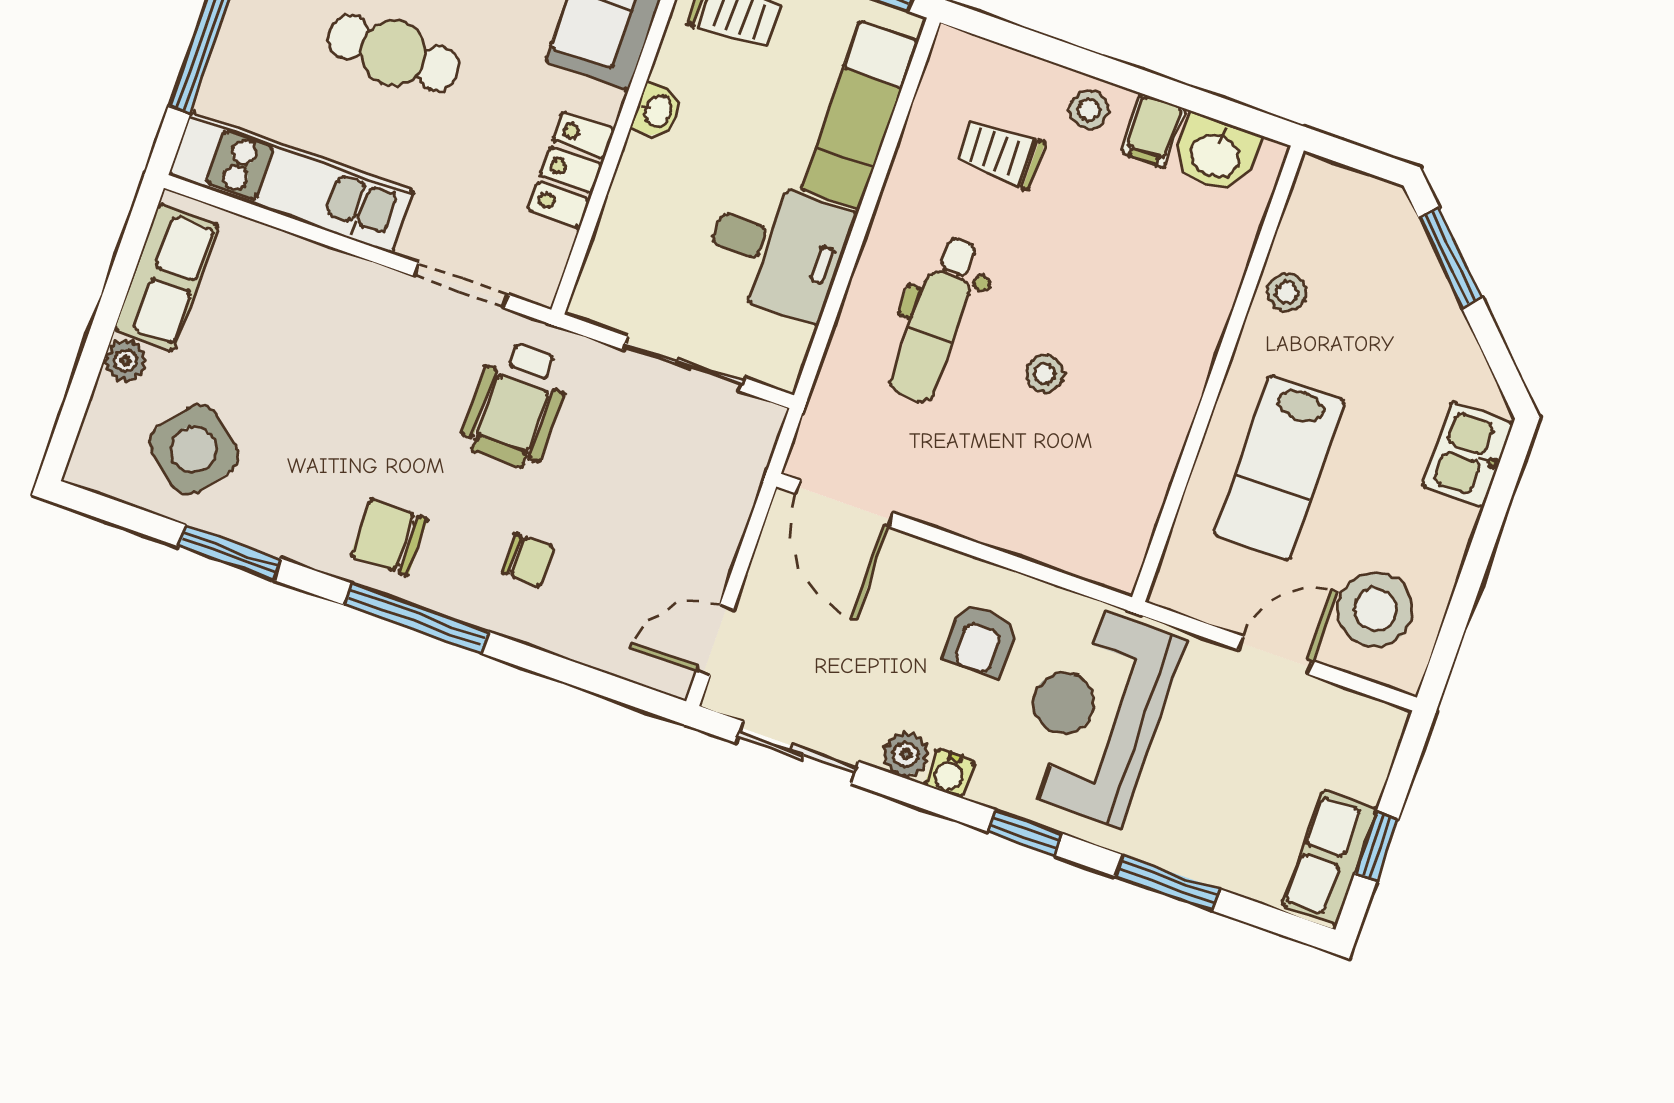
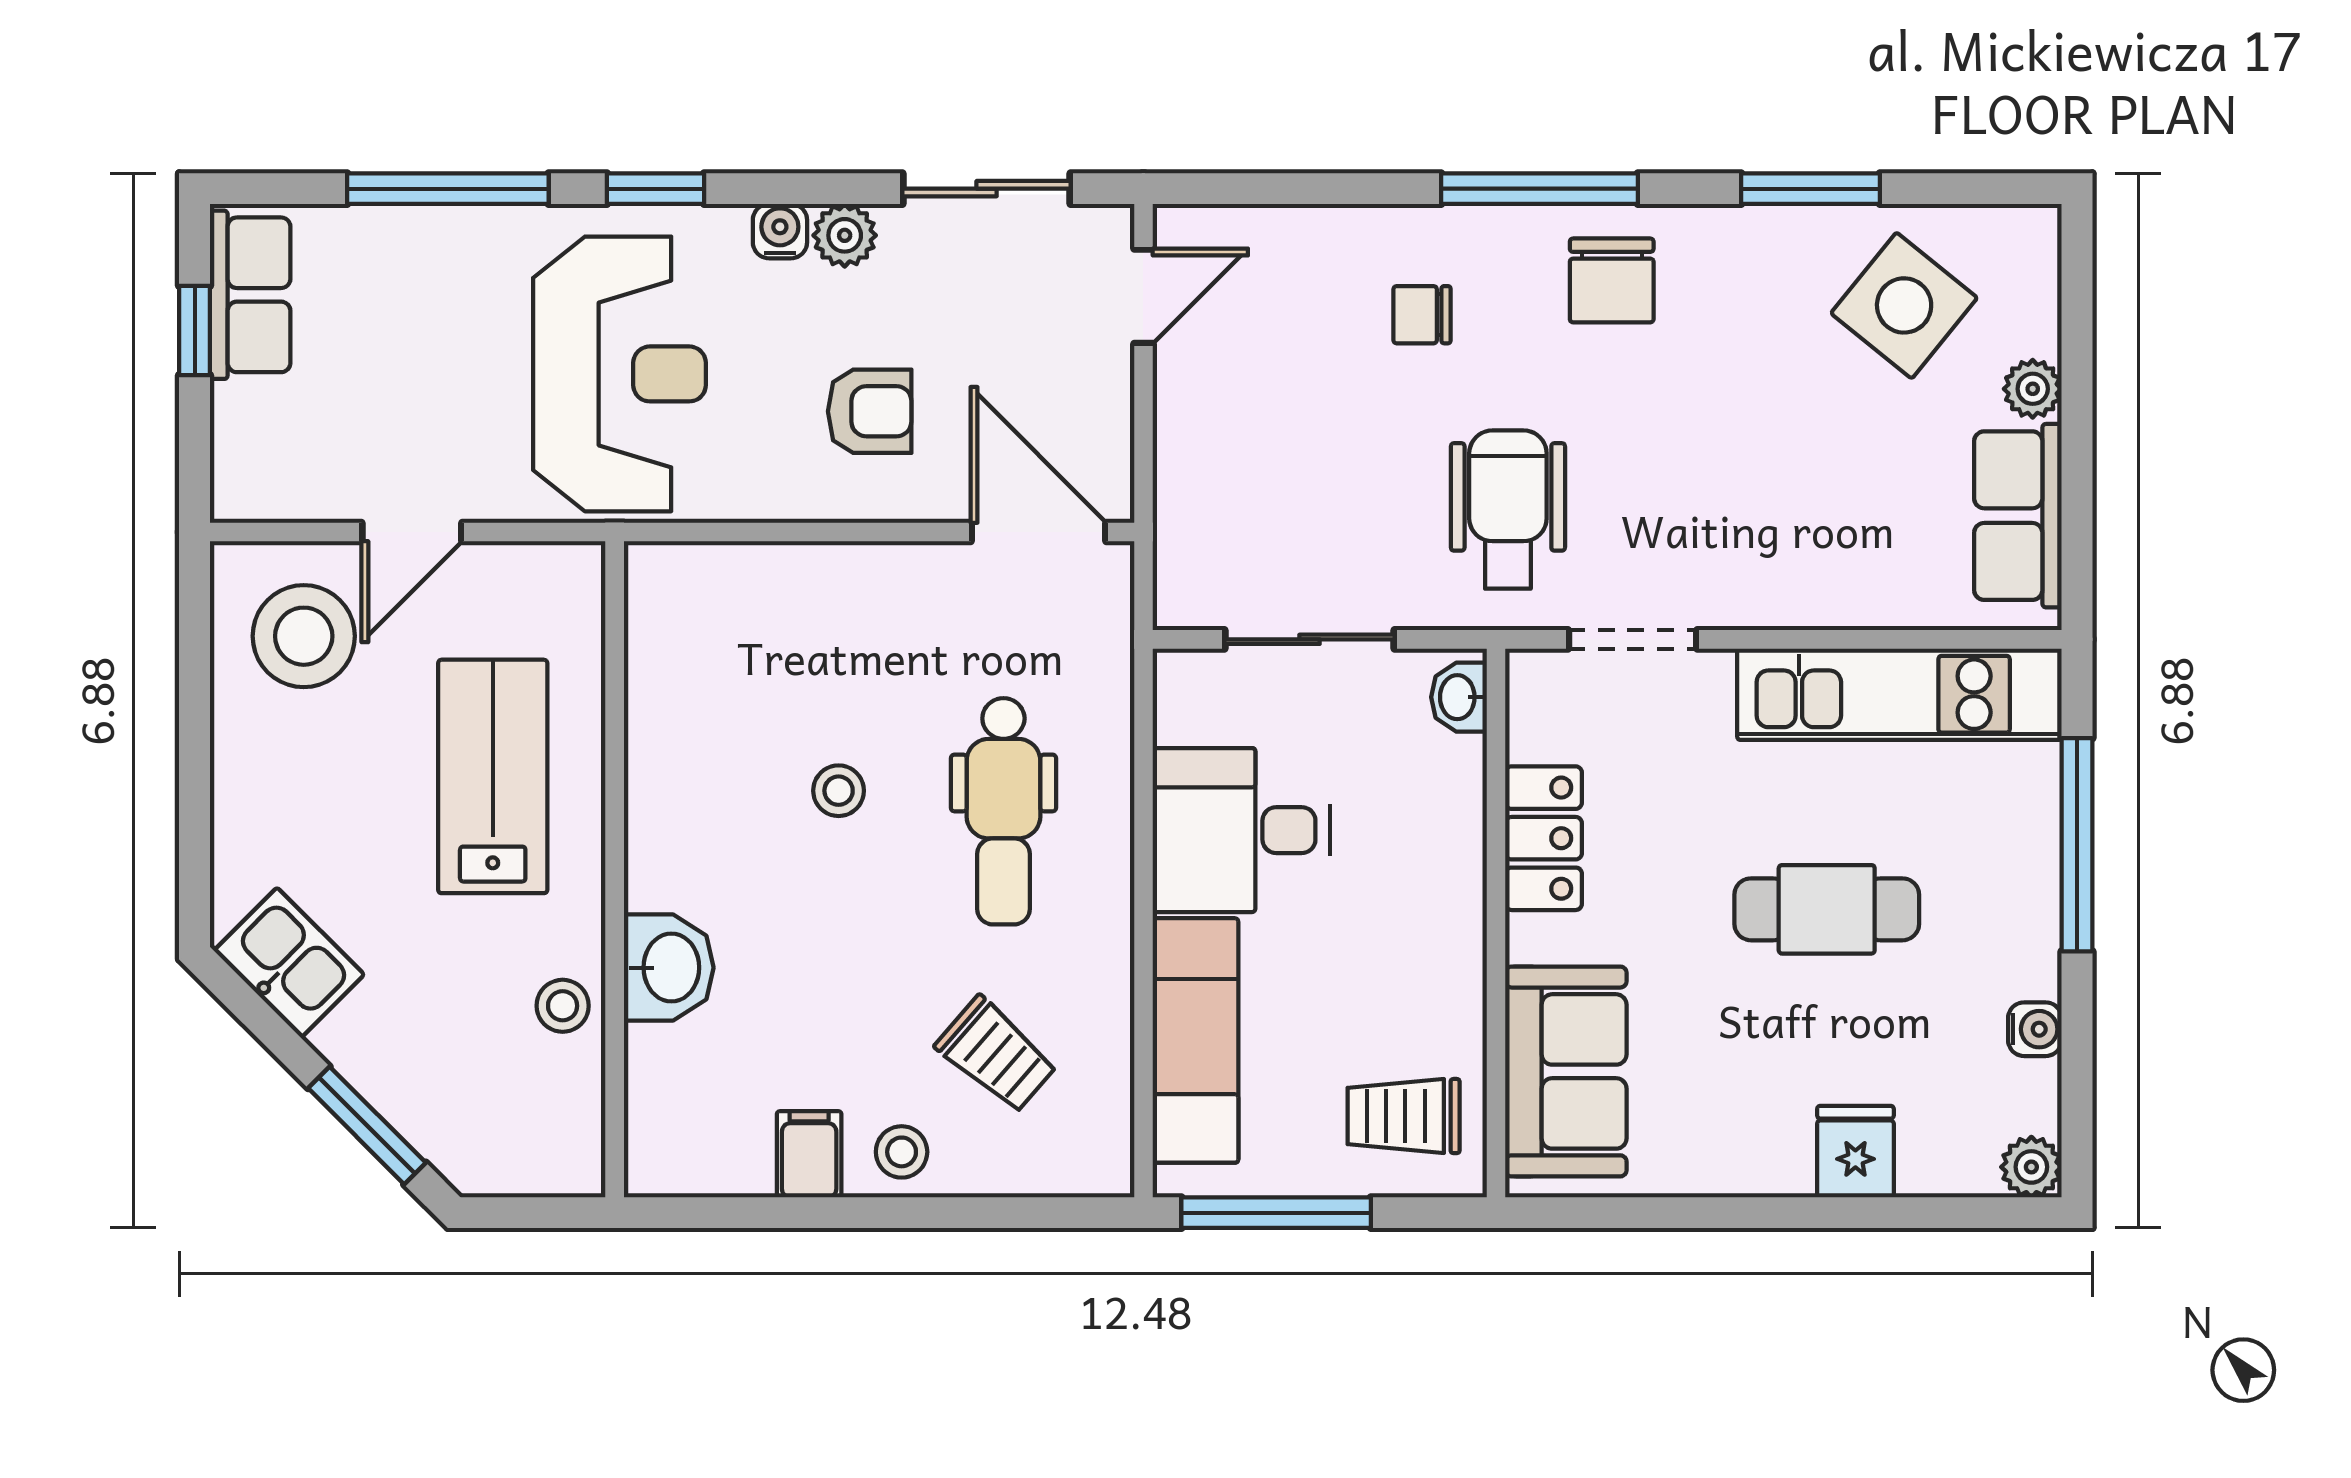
washbasin: (657, 111) -> (1459, 697), moved
trolley: (1000, 154) -> (996, 1055), turned 41
washbasin: (1216, 154) -> (669, 968), moved, turned 90
dental chair: (936, 320) -> (1003, 811), turned 180
kitchen sink: (1468, 455) -> (289, 963), moved, turned -45
chair: (389, 538) -> (1612, 280), turned 90
armchair: (980, 640) -> (870, 411), moved, turned 90
window: (1168, 883) -> (448, 189), width x1.44

